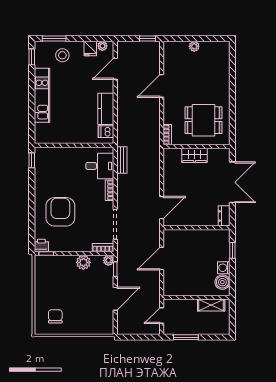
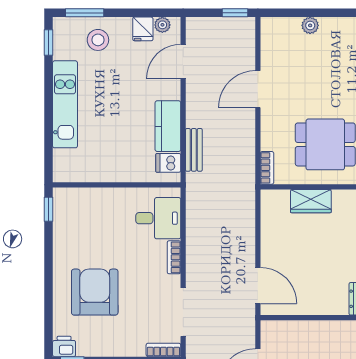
bench: (122, 160) -> (194, 150), moved
door: (162, 208) -> (258, 285), hinge flipped

